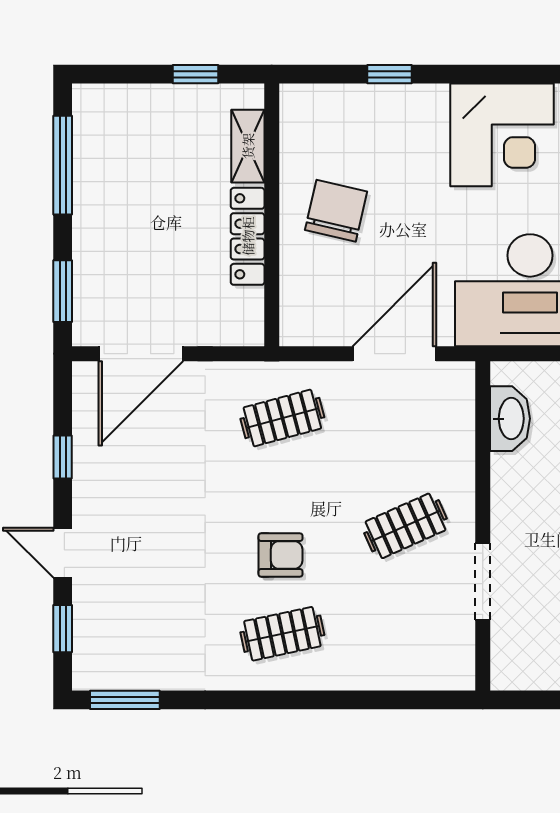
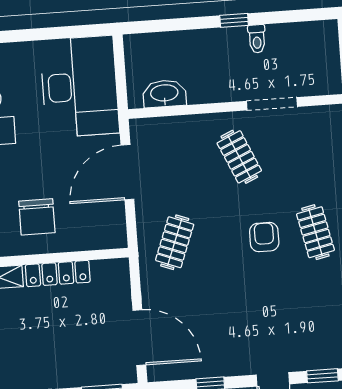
chair: (336, 211) -> (37, 217), turned -103
door: (394, 354) -> (127, 172), hinge flipped
clothes rail: (282, 418) -> (175, 242), turned 36

